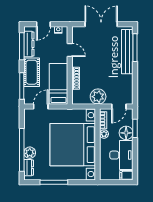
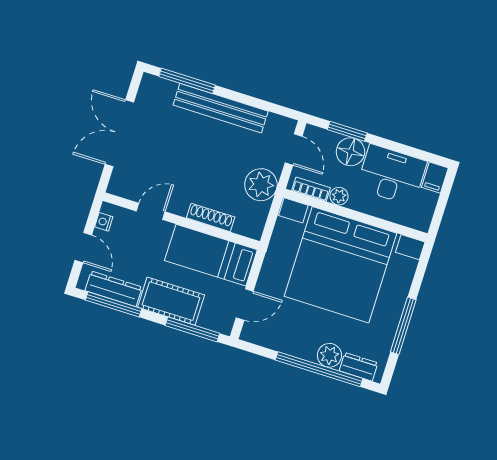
bench: (127, 52) -> (221, 108), moved
door: (41, 106) -> (245, 304), swing flipped

